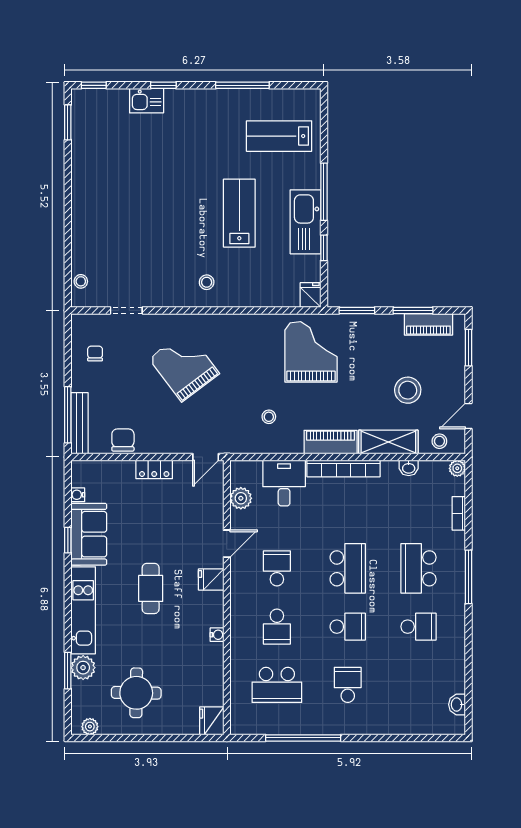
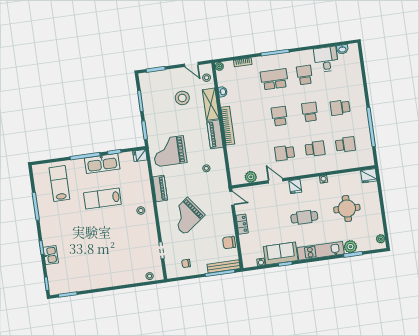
lab bench: (279, 136) -> (59, 184), turned 180
piano: (428, 324) -> (160, 189), moved
desk: (284, 483) -> (326, 59), moved, turned 90
school desk: (348, 568) -> (279, 116), width x0.54
school desk: (419, 568) -> (274, 79), turned 180
school desk: (277, 685) -> (345, 144), width x0.54
round table: (136, 693) -> (347, 209), moved

